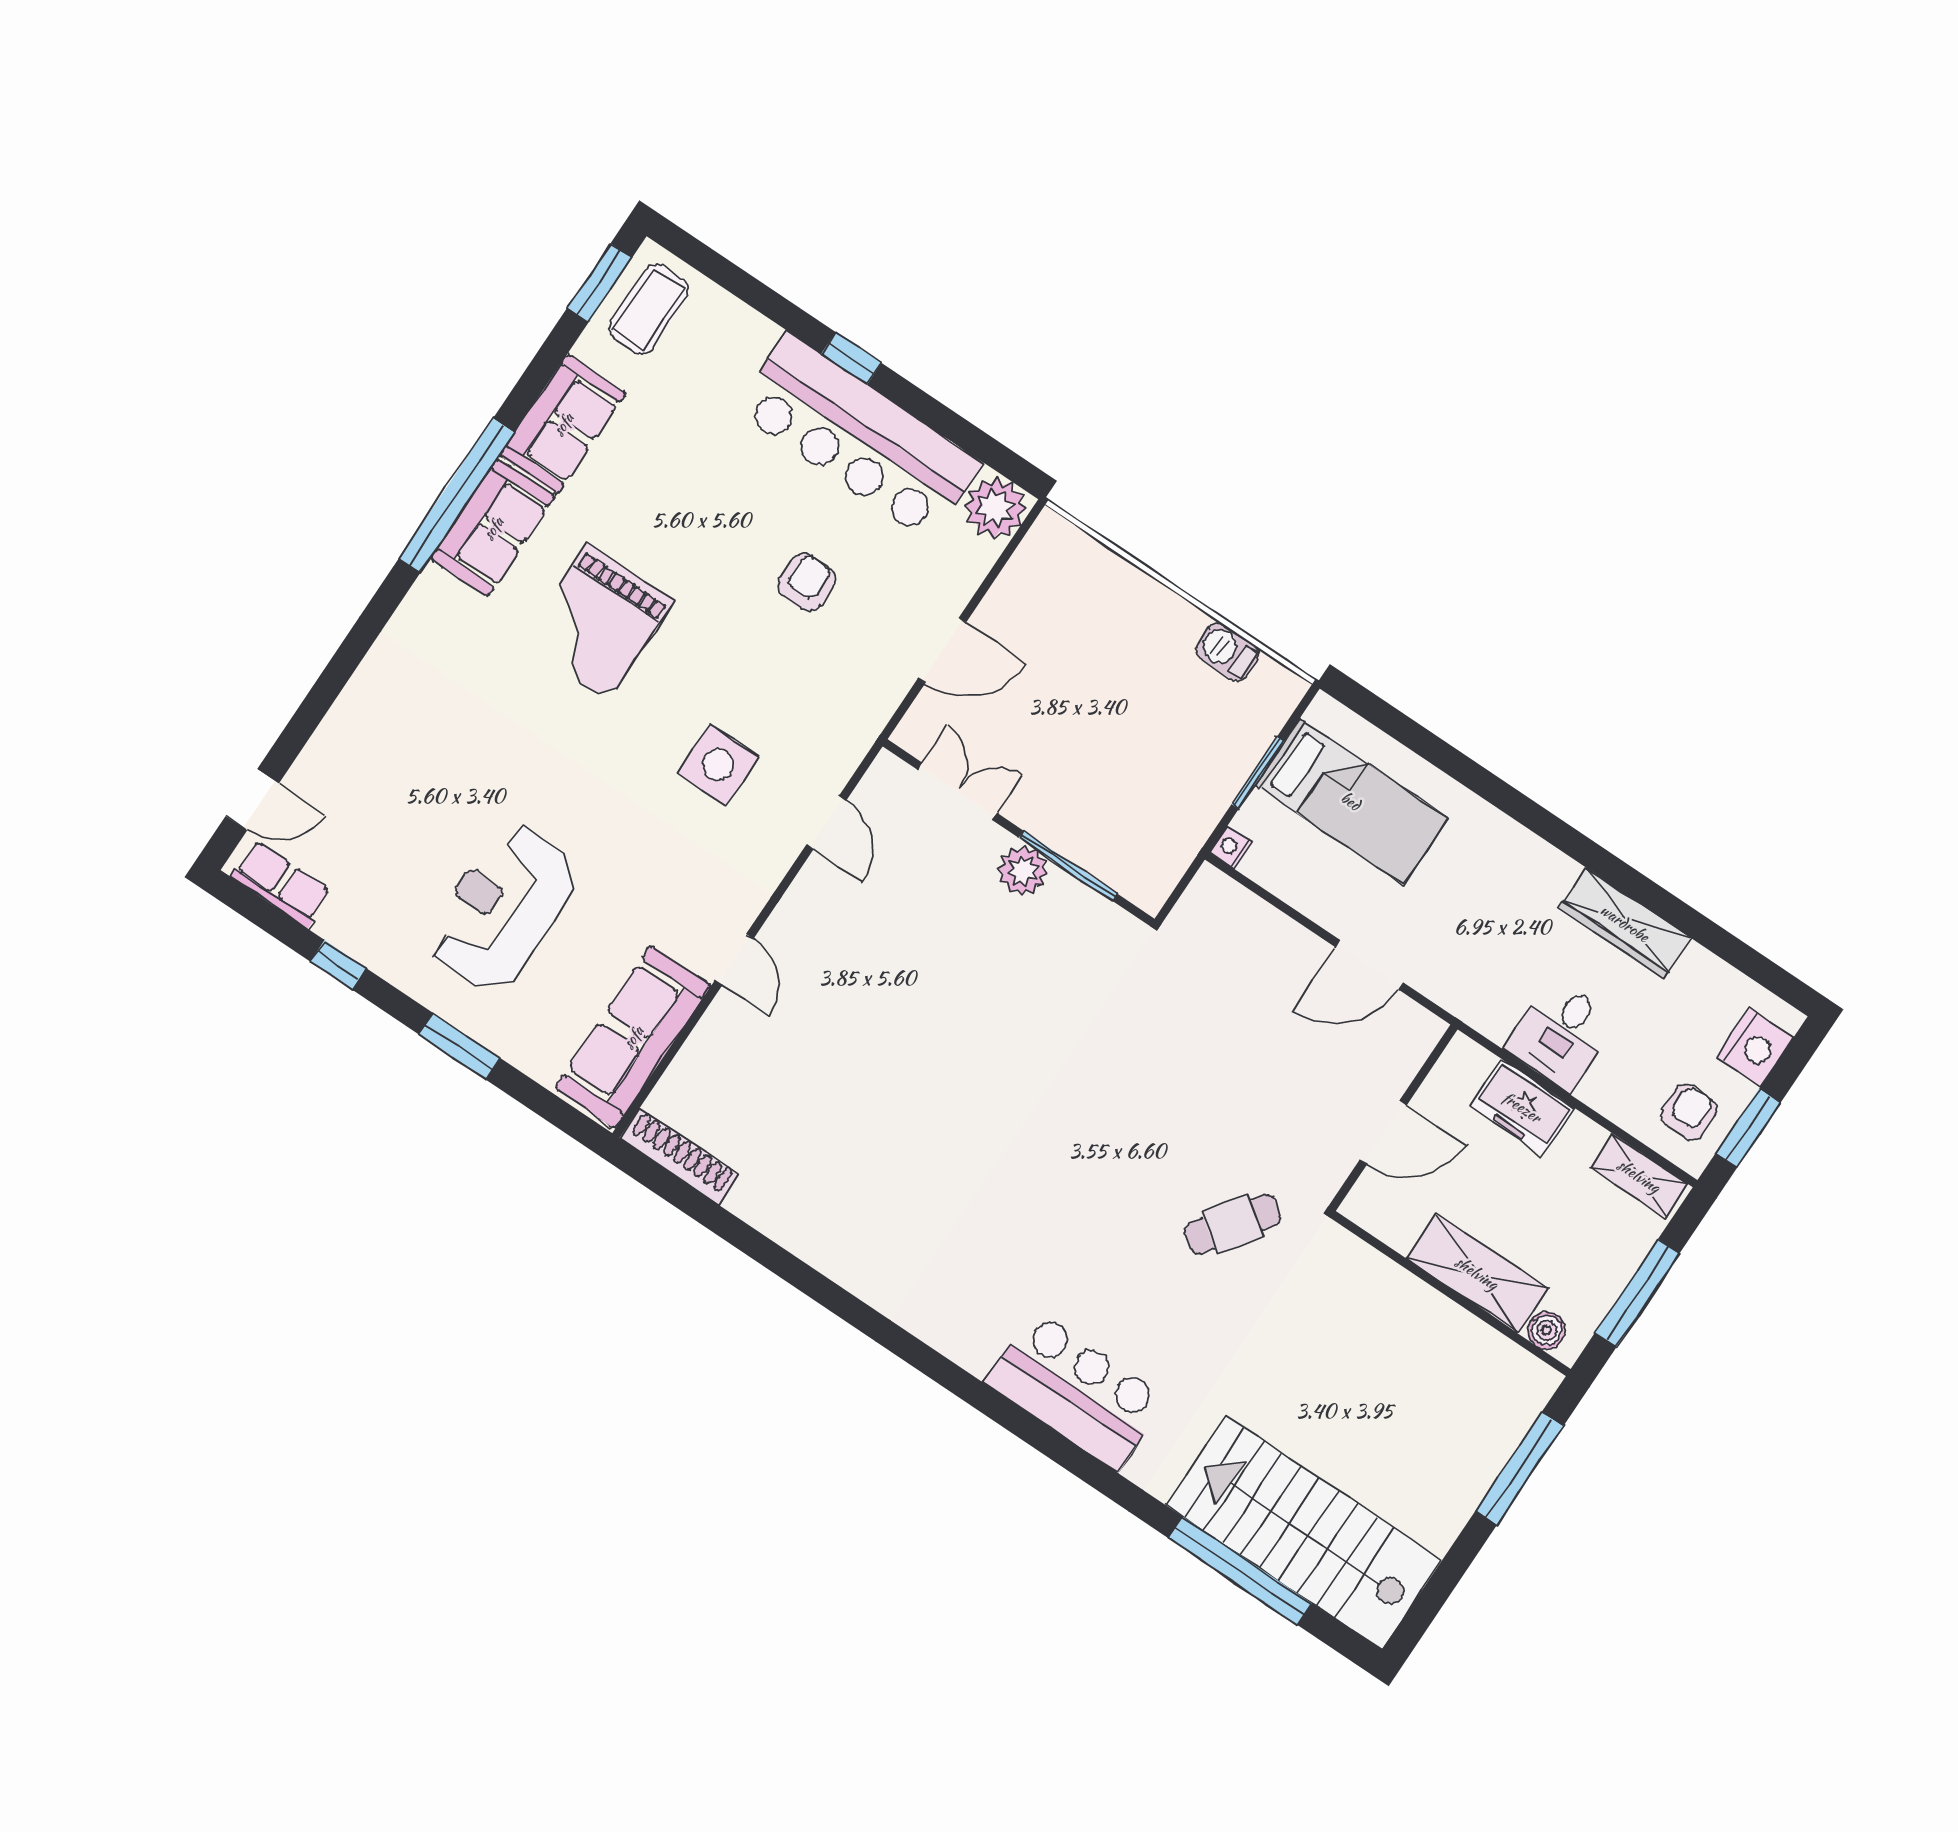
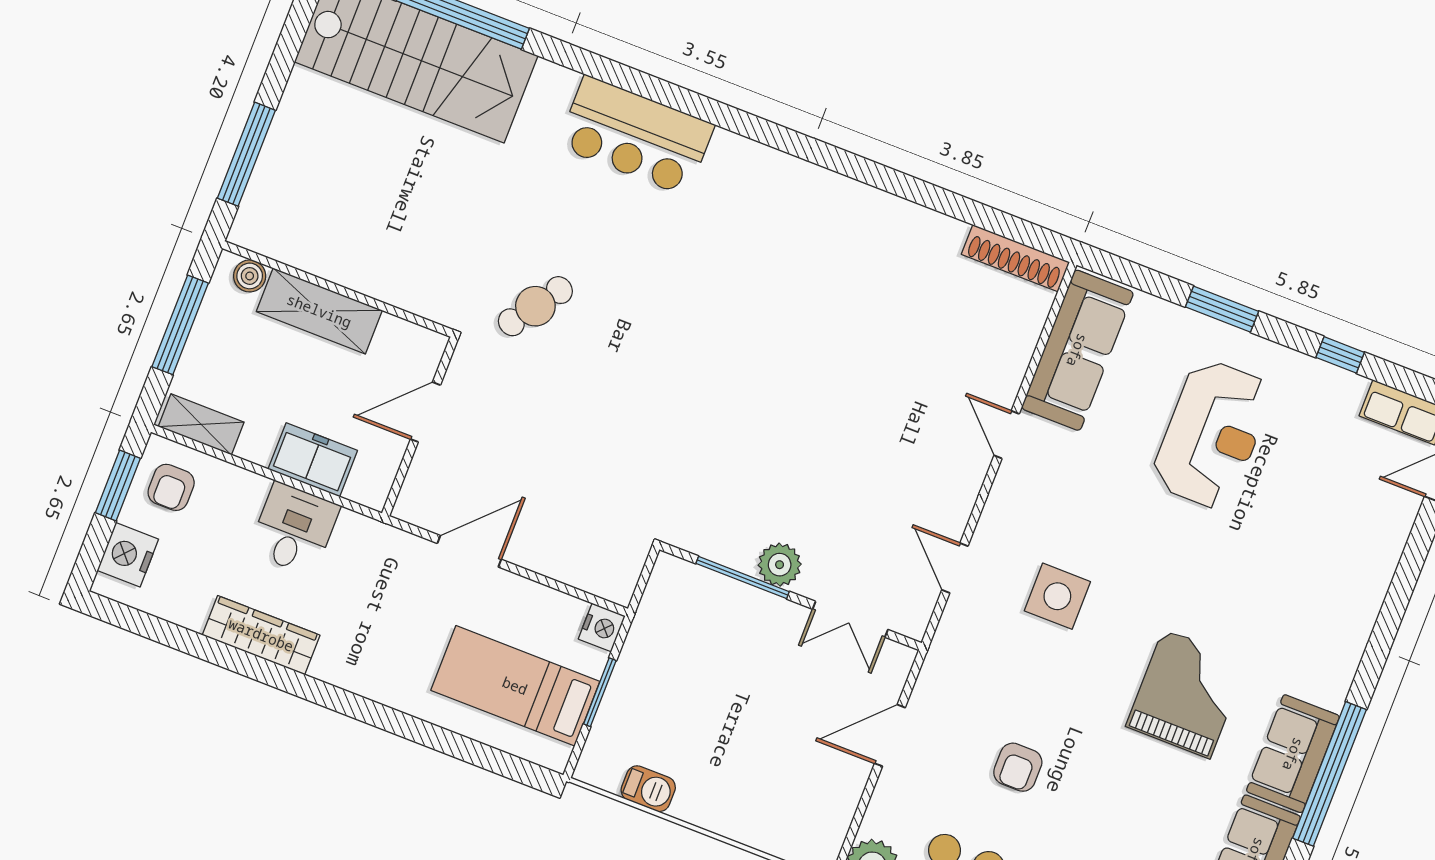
nightstand: (1231, 847) -> (602, 627), width x1.39, depth x1.35

